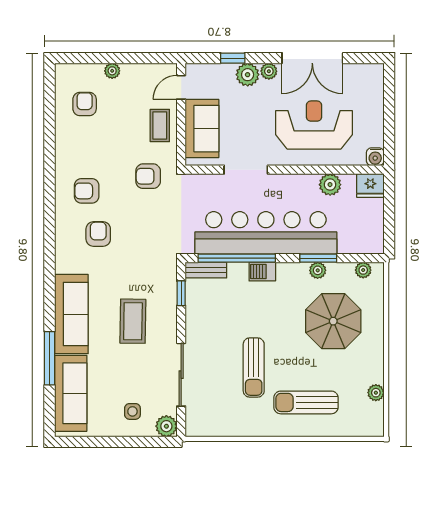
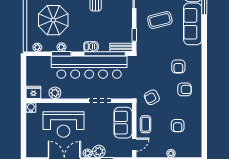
armchair: (85, 104) -> (178, 126), moved
armchair: (148, 176) -> (152, 97), turned 153
coffee table: (133, 321) -> (160, 20), turned 75

